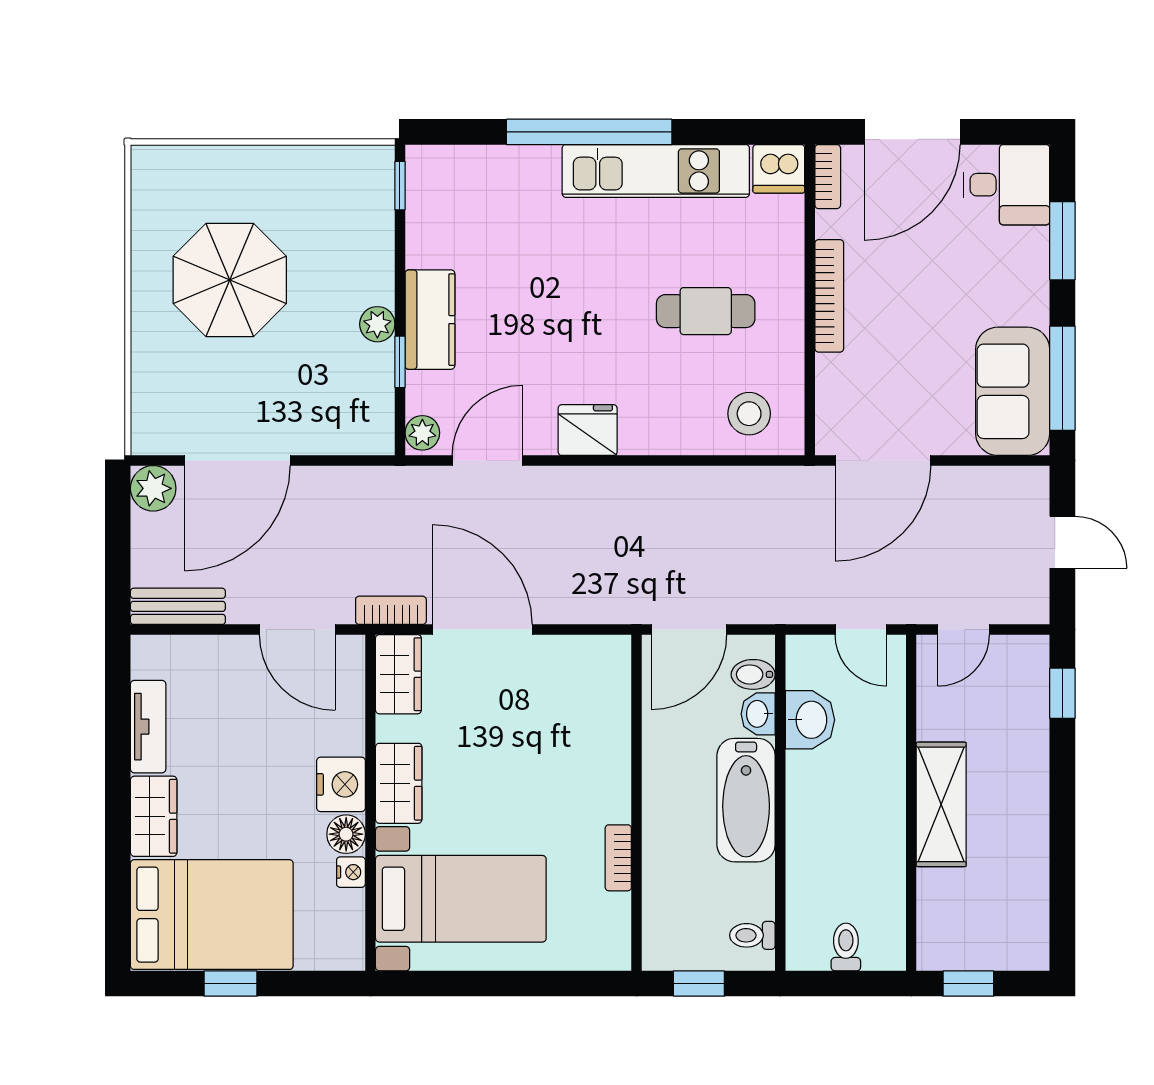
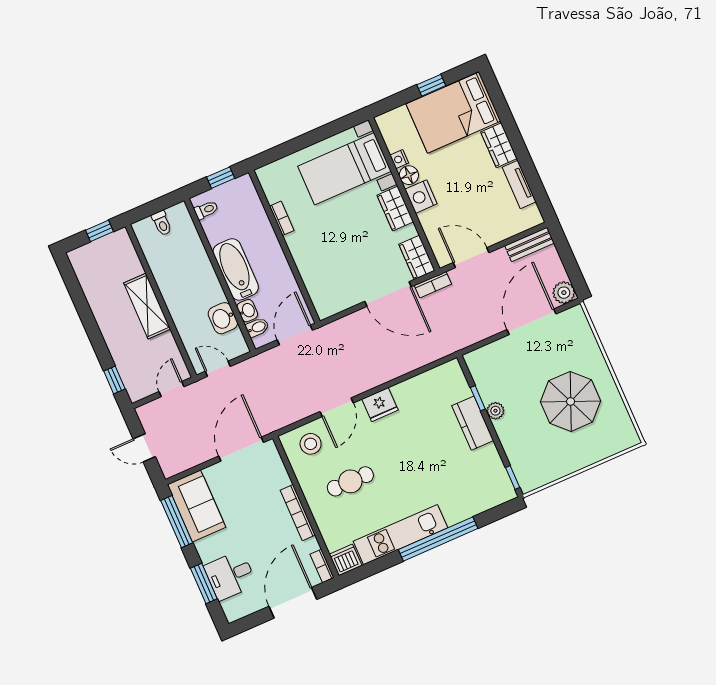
desk: (1006, 185) -> (230, 575), moved
plant: (422, 433) -> (454, 371), removed
door: (487, 461) -> (337, 407), moved

